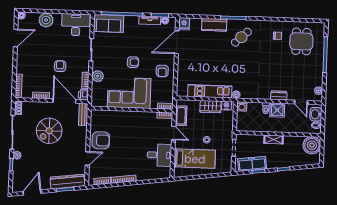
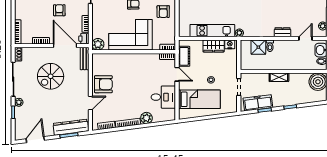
plant: (98, 76) -> (98, 44), moved
door: (301, 102) -> (305, 38), swing flipped
washing machine: (242, 106) -> (246, 45), removed
shower: (277, 110) -> (258, 47), moved
plant: (142, 175) -> (146, 118), added

